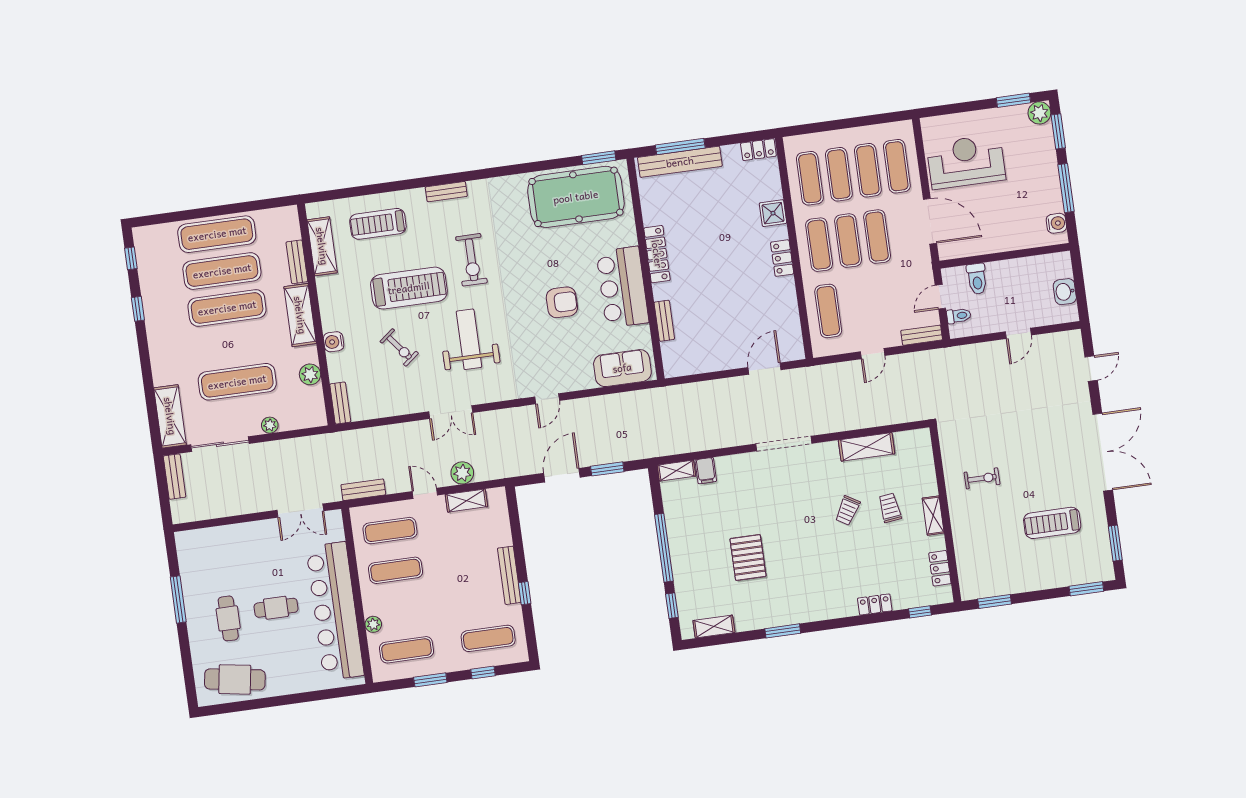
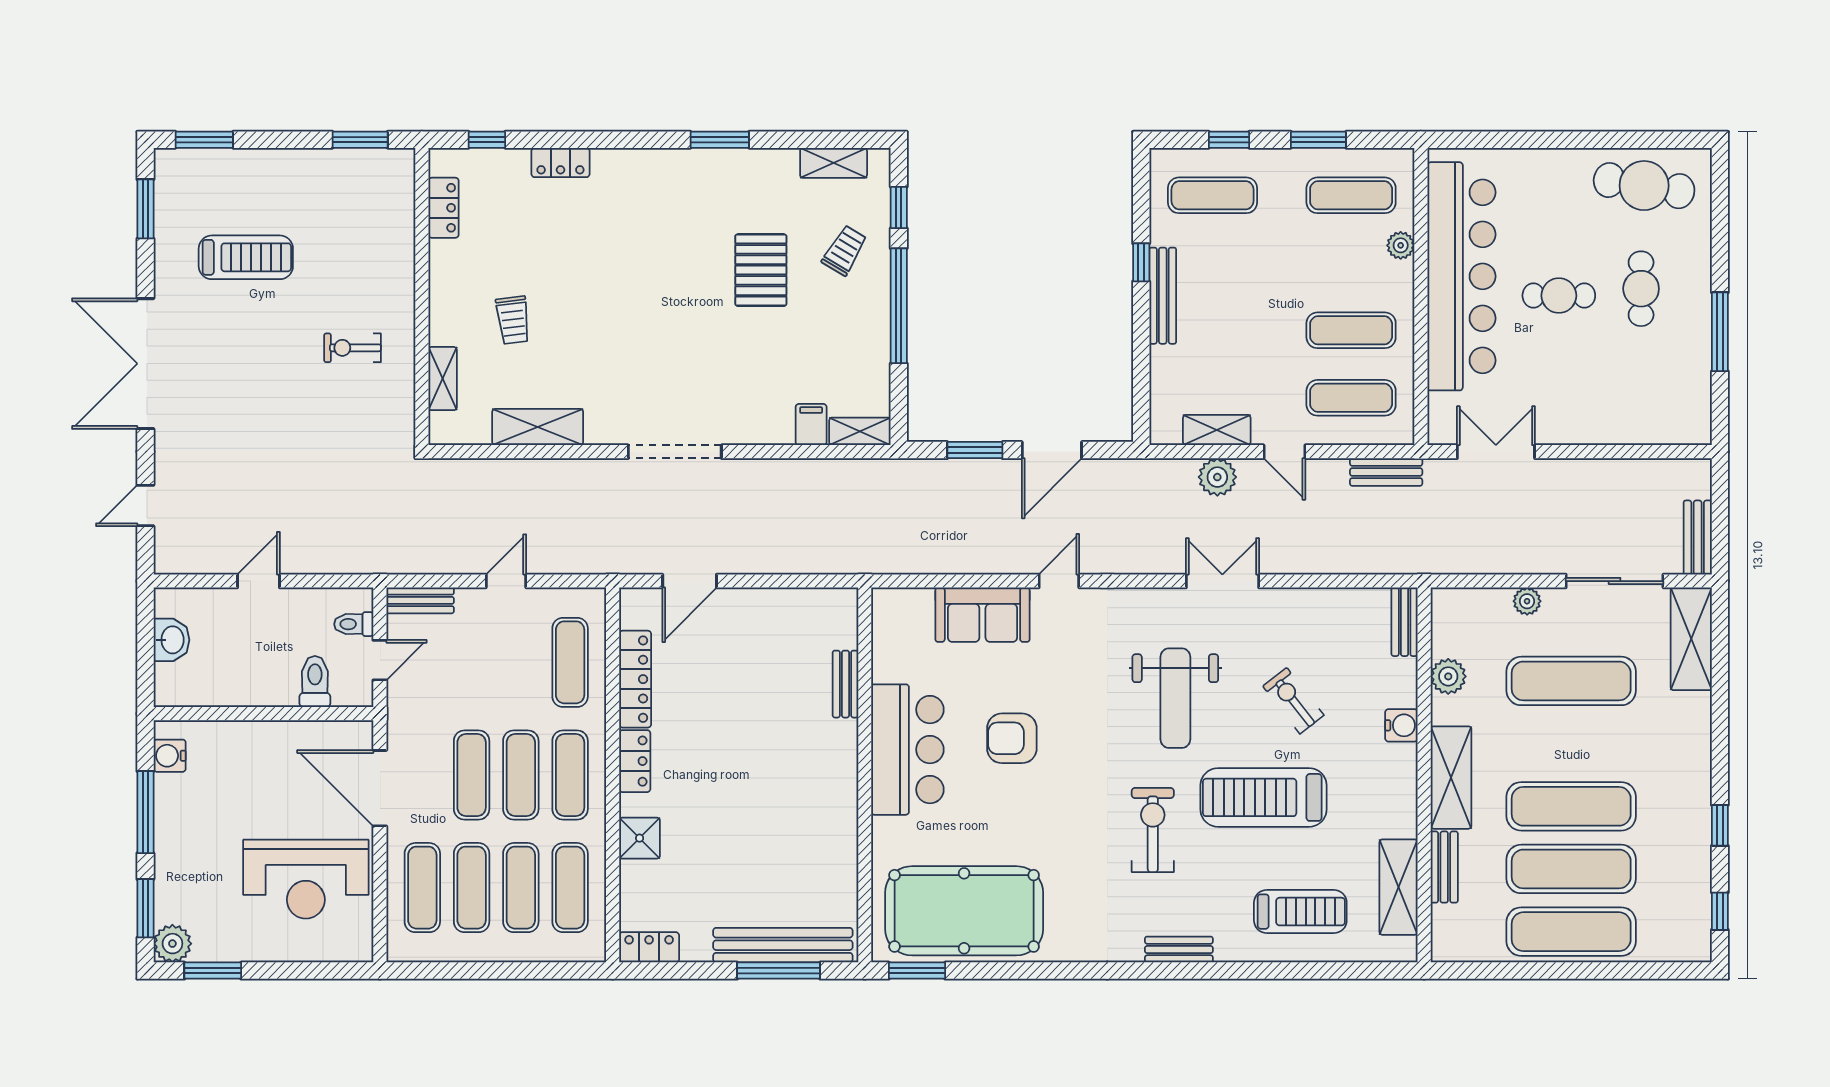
locker: (657, 254) -> (635, 679), moved, turned 180
sofa: (622, 368) -> (982, 615), moved
trolley: (847, 511) -> (844, 250), moved
shelving: (933, 516) -> (443, 379), moved

